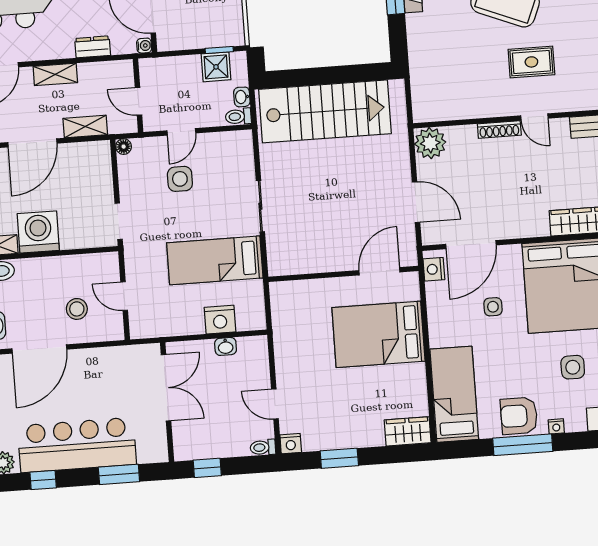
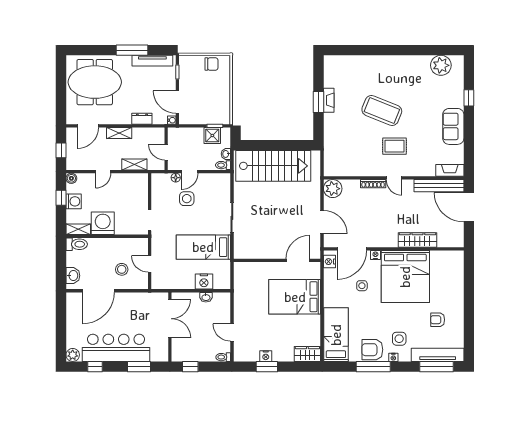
door: (32, 143) -> (103, 172), width x0.53
floor lamp: (124, 147) -> (176, 178), moved
nightstand: (512, 252) -> (375, 255), added
side table: (573, 367) -> (399, 339), moved
nightstand: (291, 444) -> (266, 356), moved

